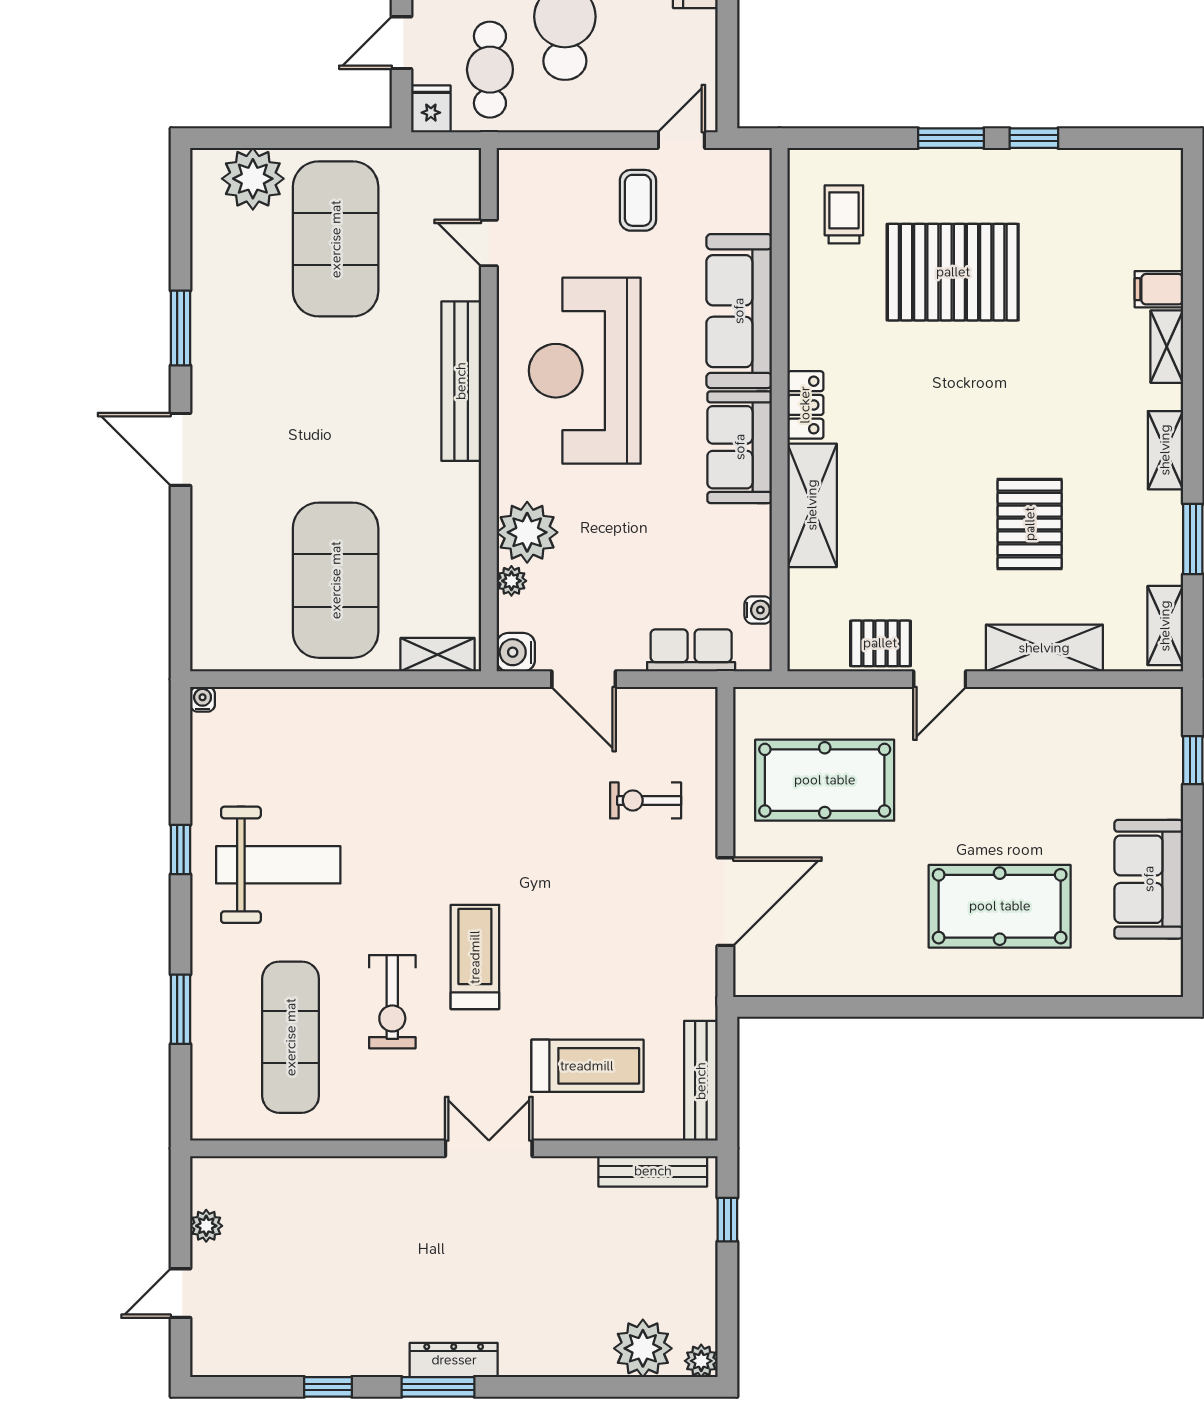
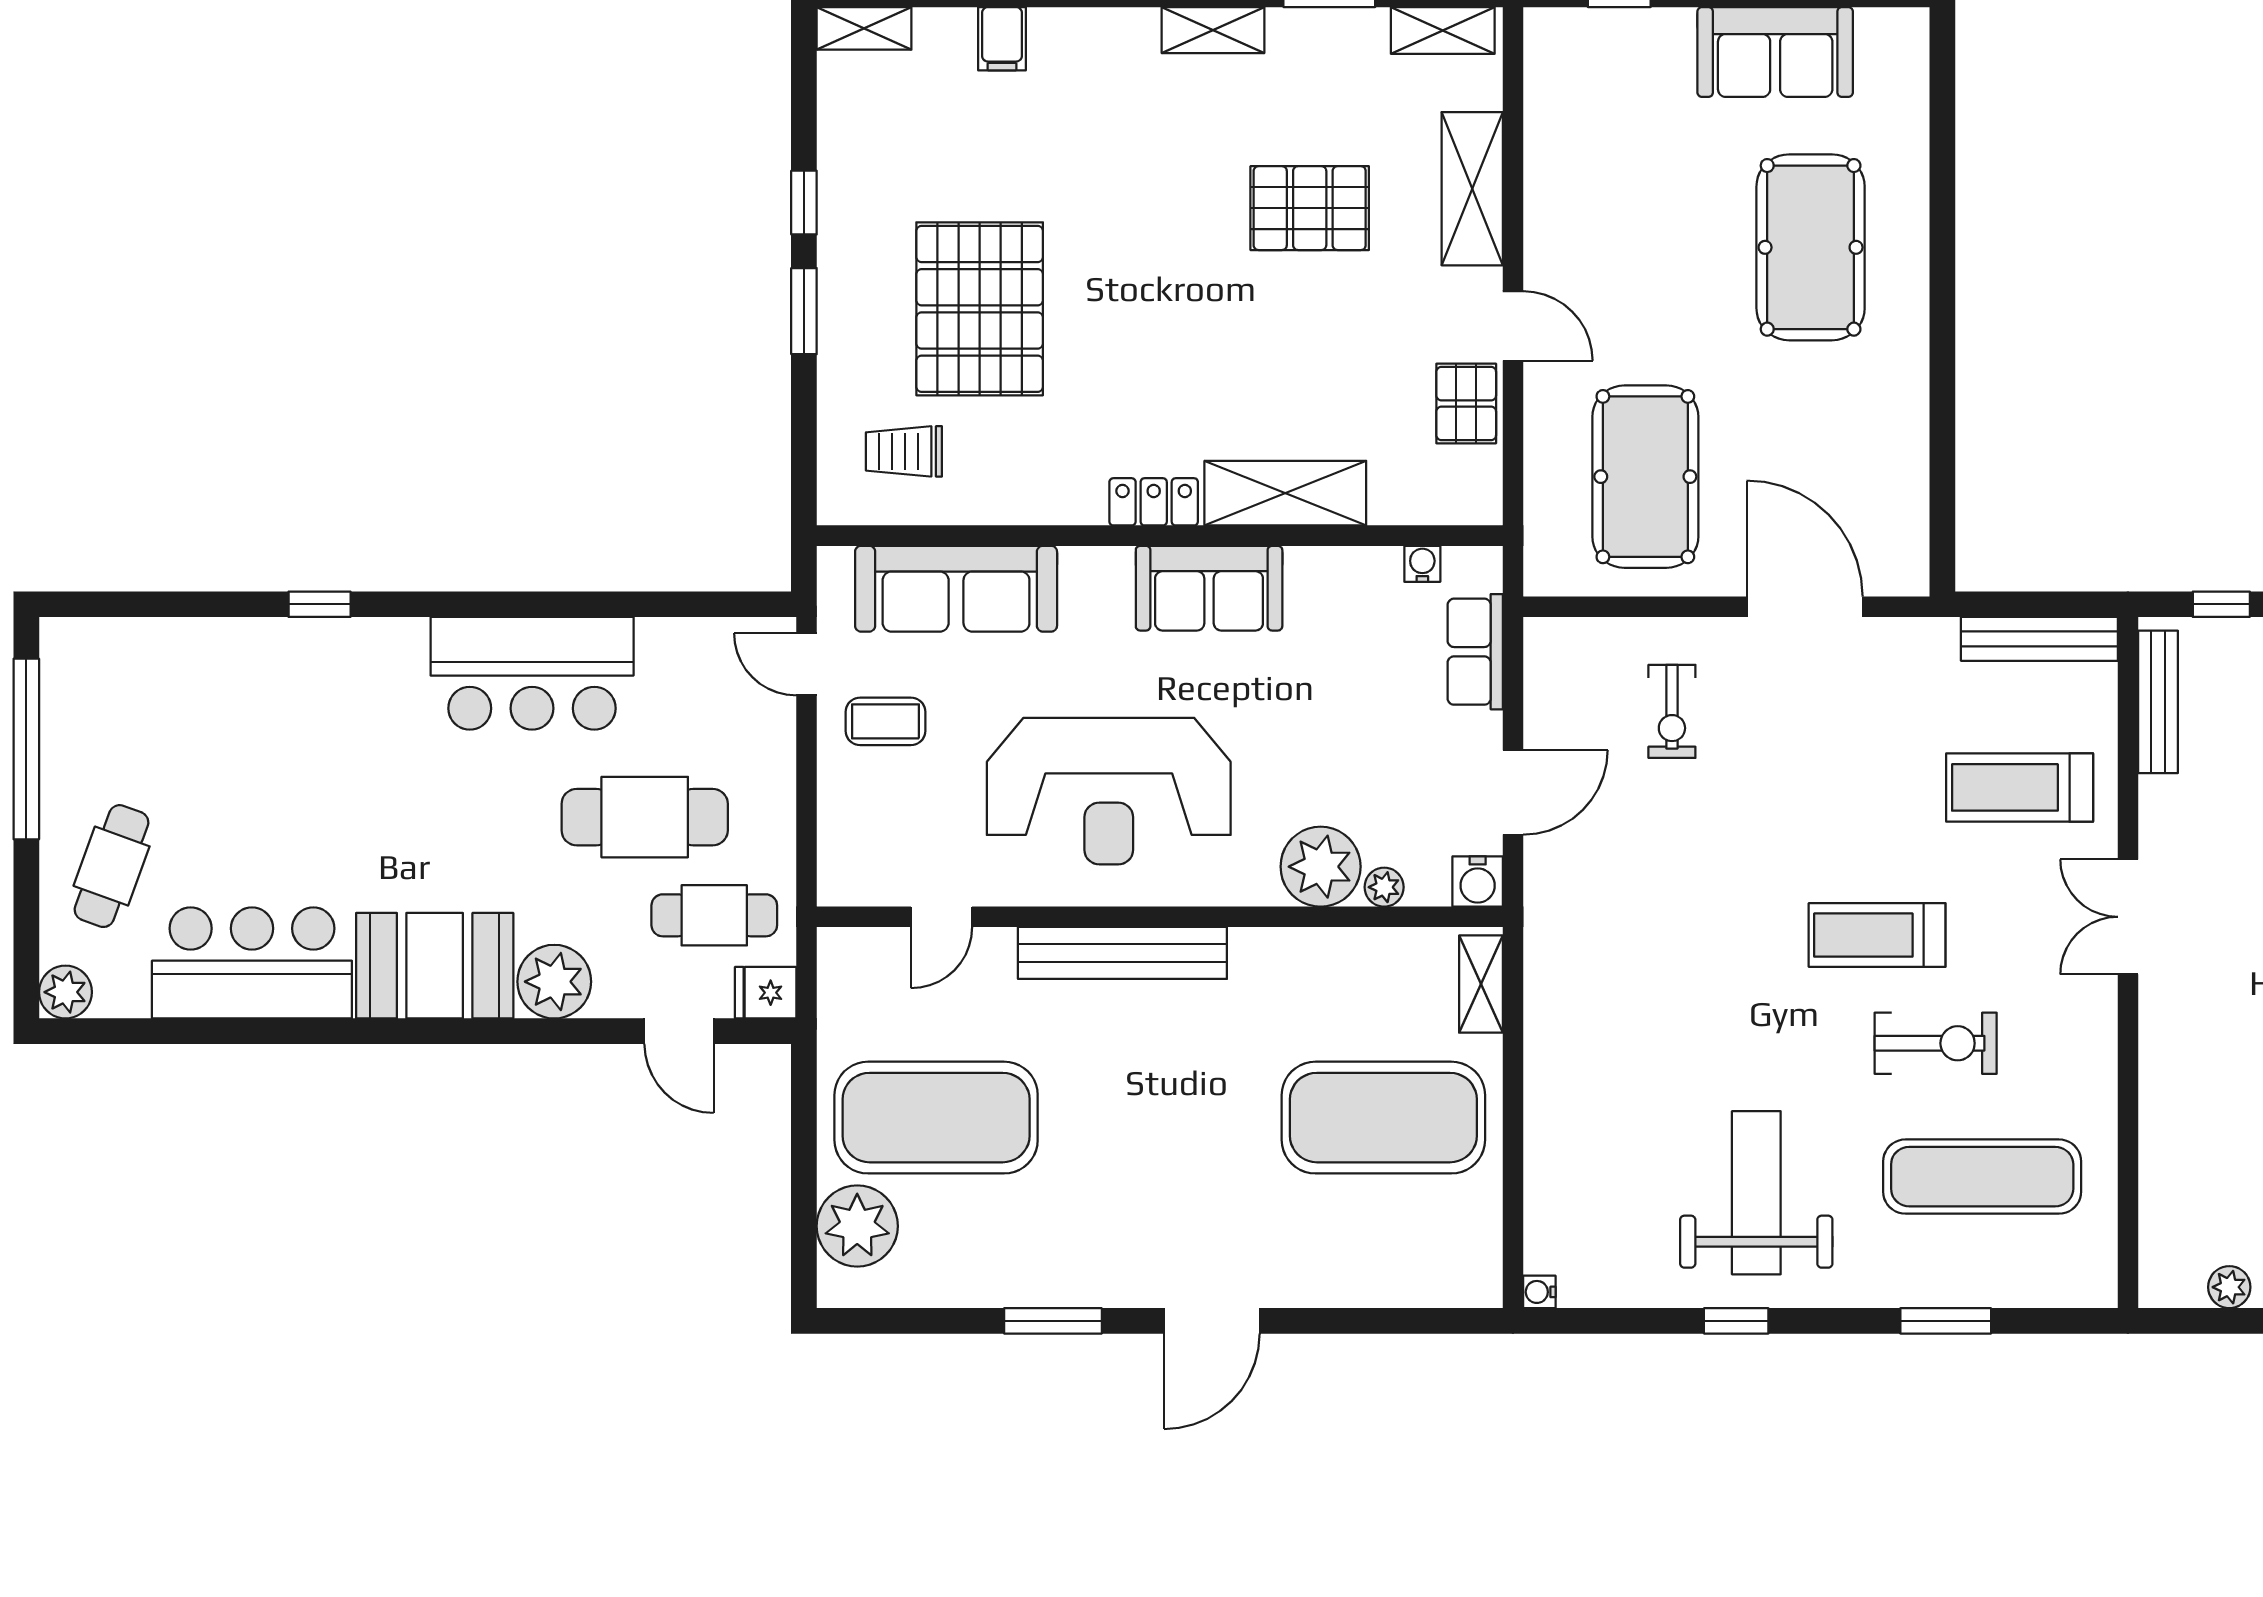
sofa: (739, 311) -> (956, 589), moved
shelving: (1167, 347) -> (864, 28), moved
treadmill: (587, 1066) -> (2020, 787), turned -90

